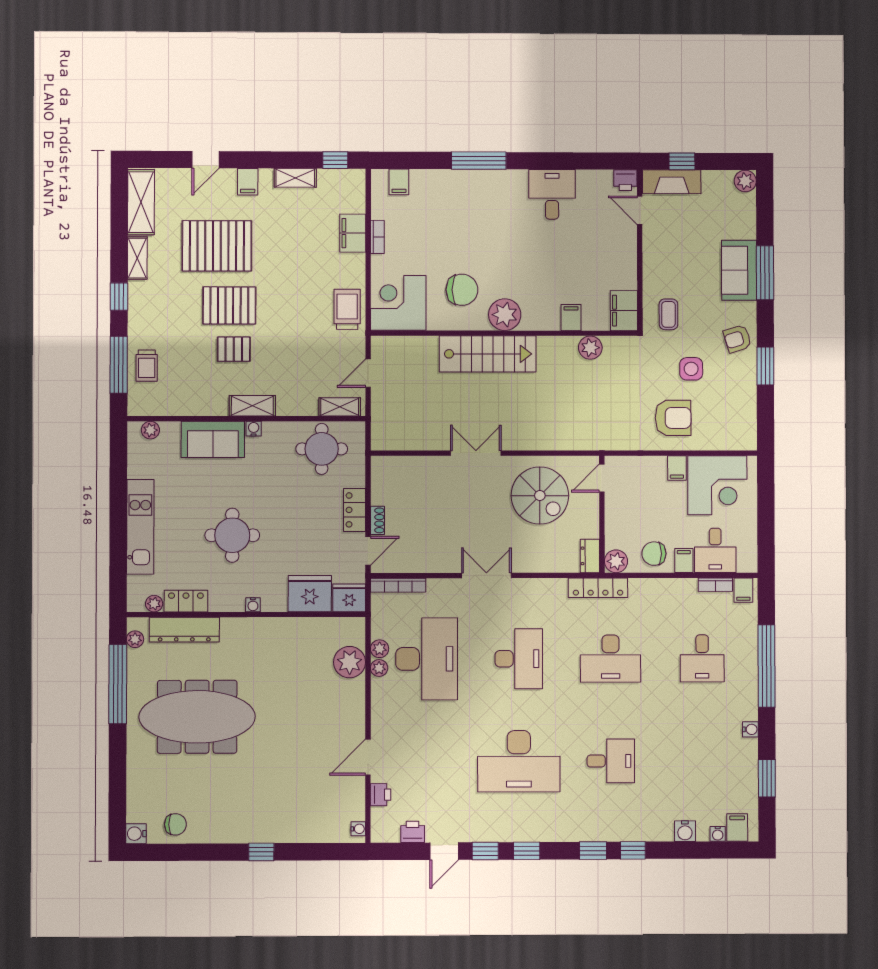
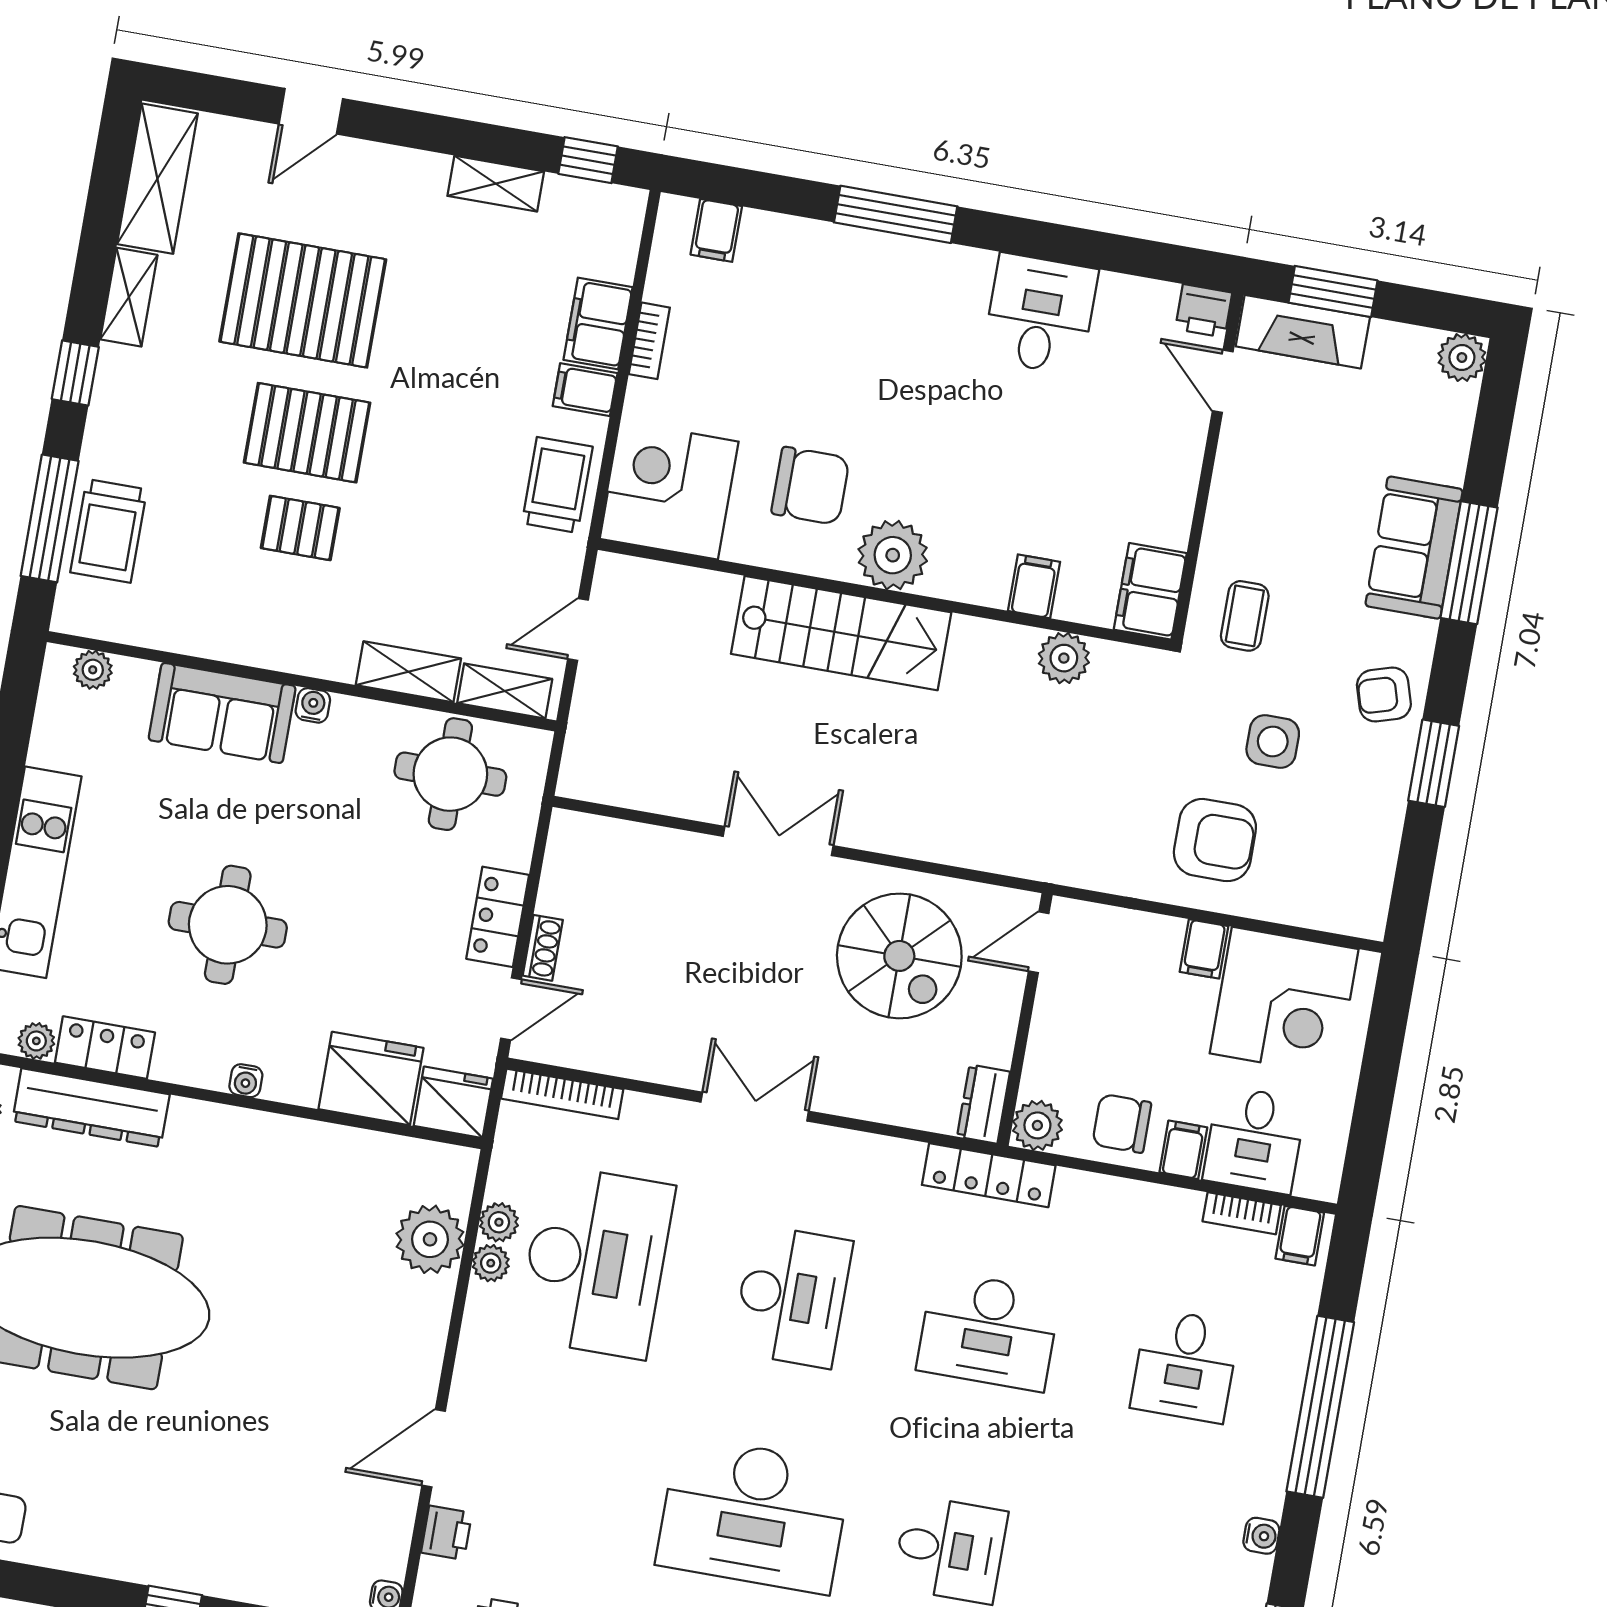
window: (682, 161) -> (1333, 292), width x1.50
filing cabinet: (248, 182) -> (585, 390), moved, turned 90
trolley: (147, 366) -> (109, 531), width x1.36, depth x1.39
shelving: (252, 406) -> (408, 672), moved

